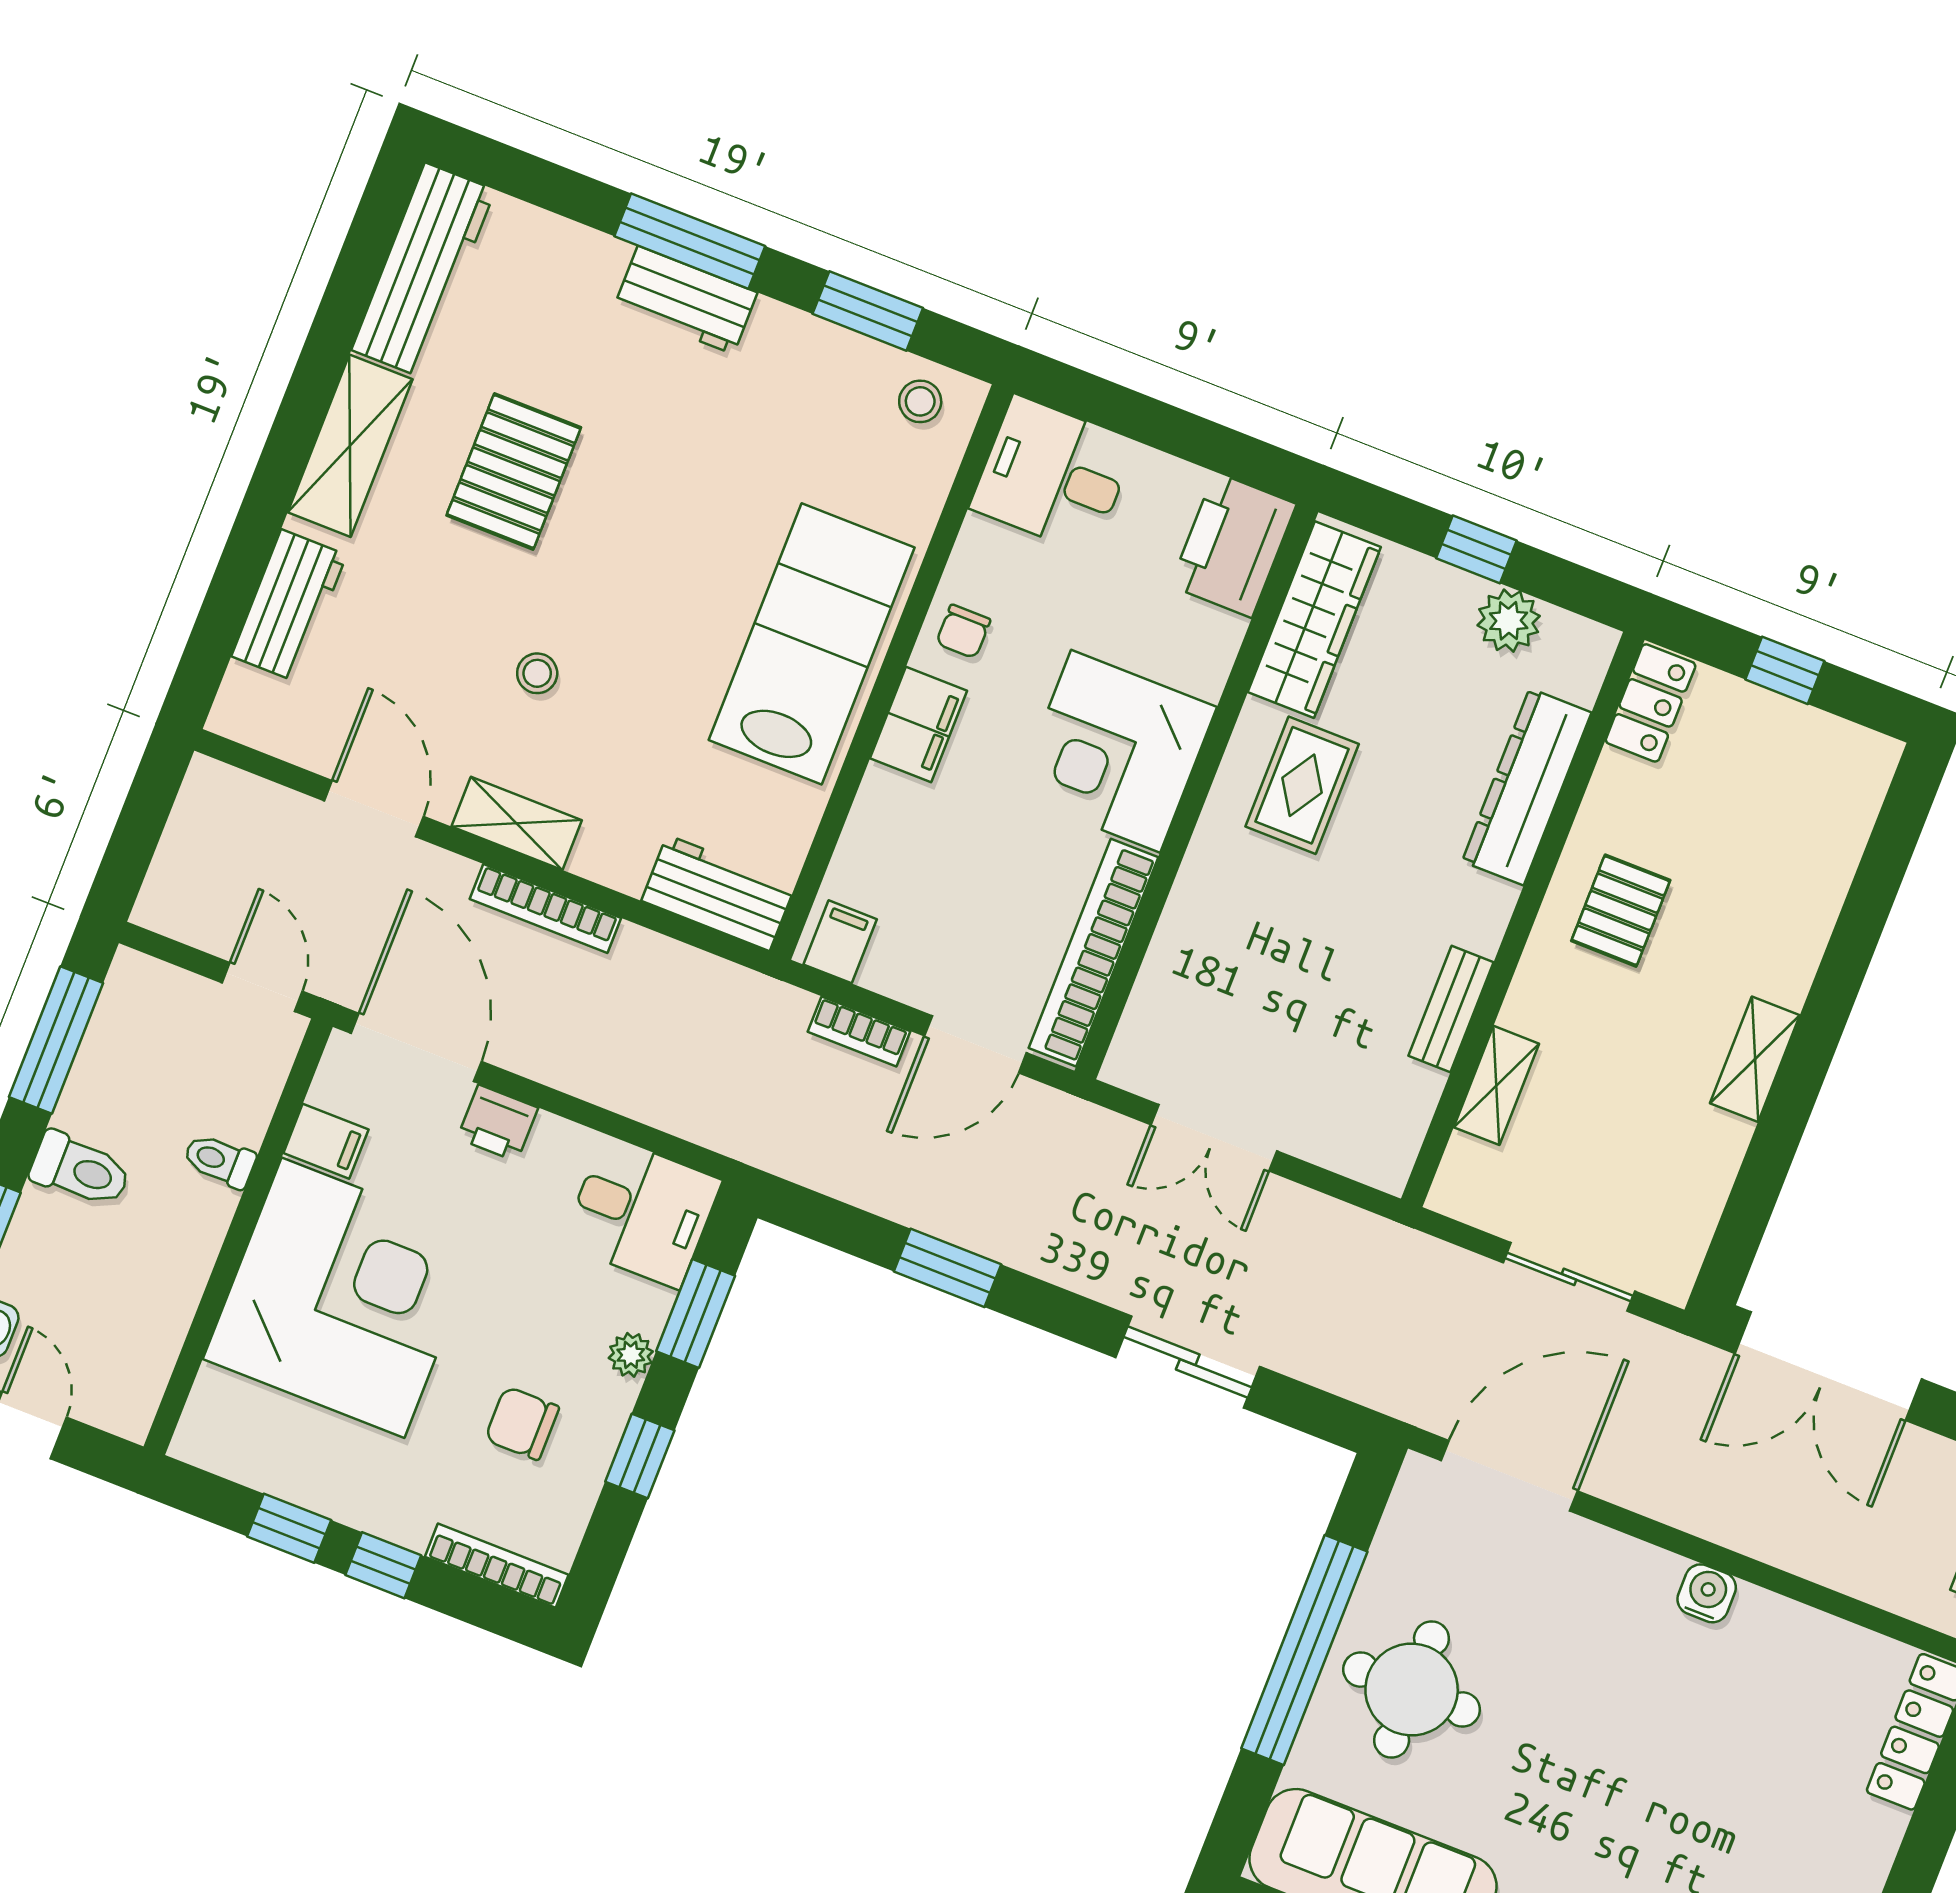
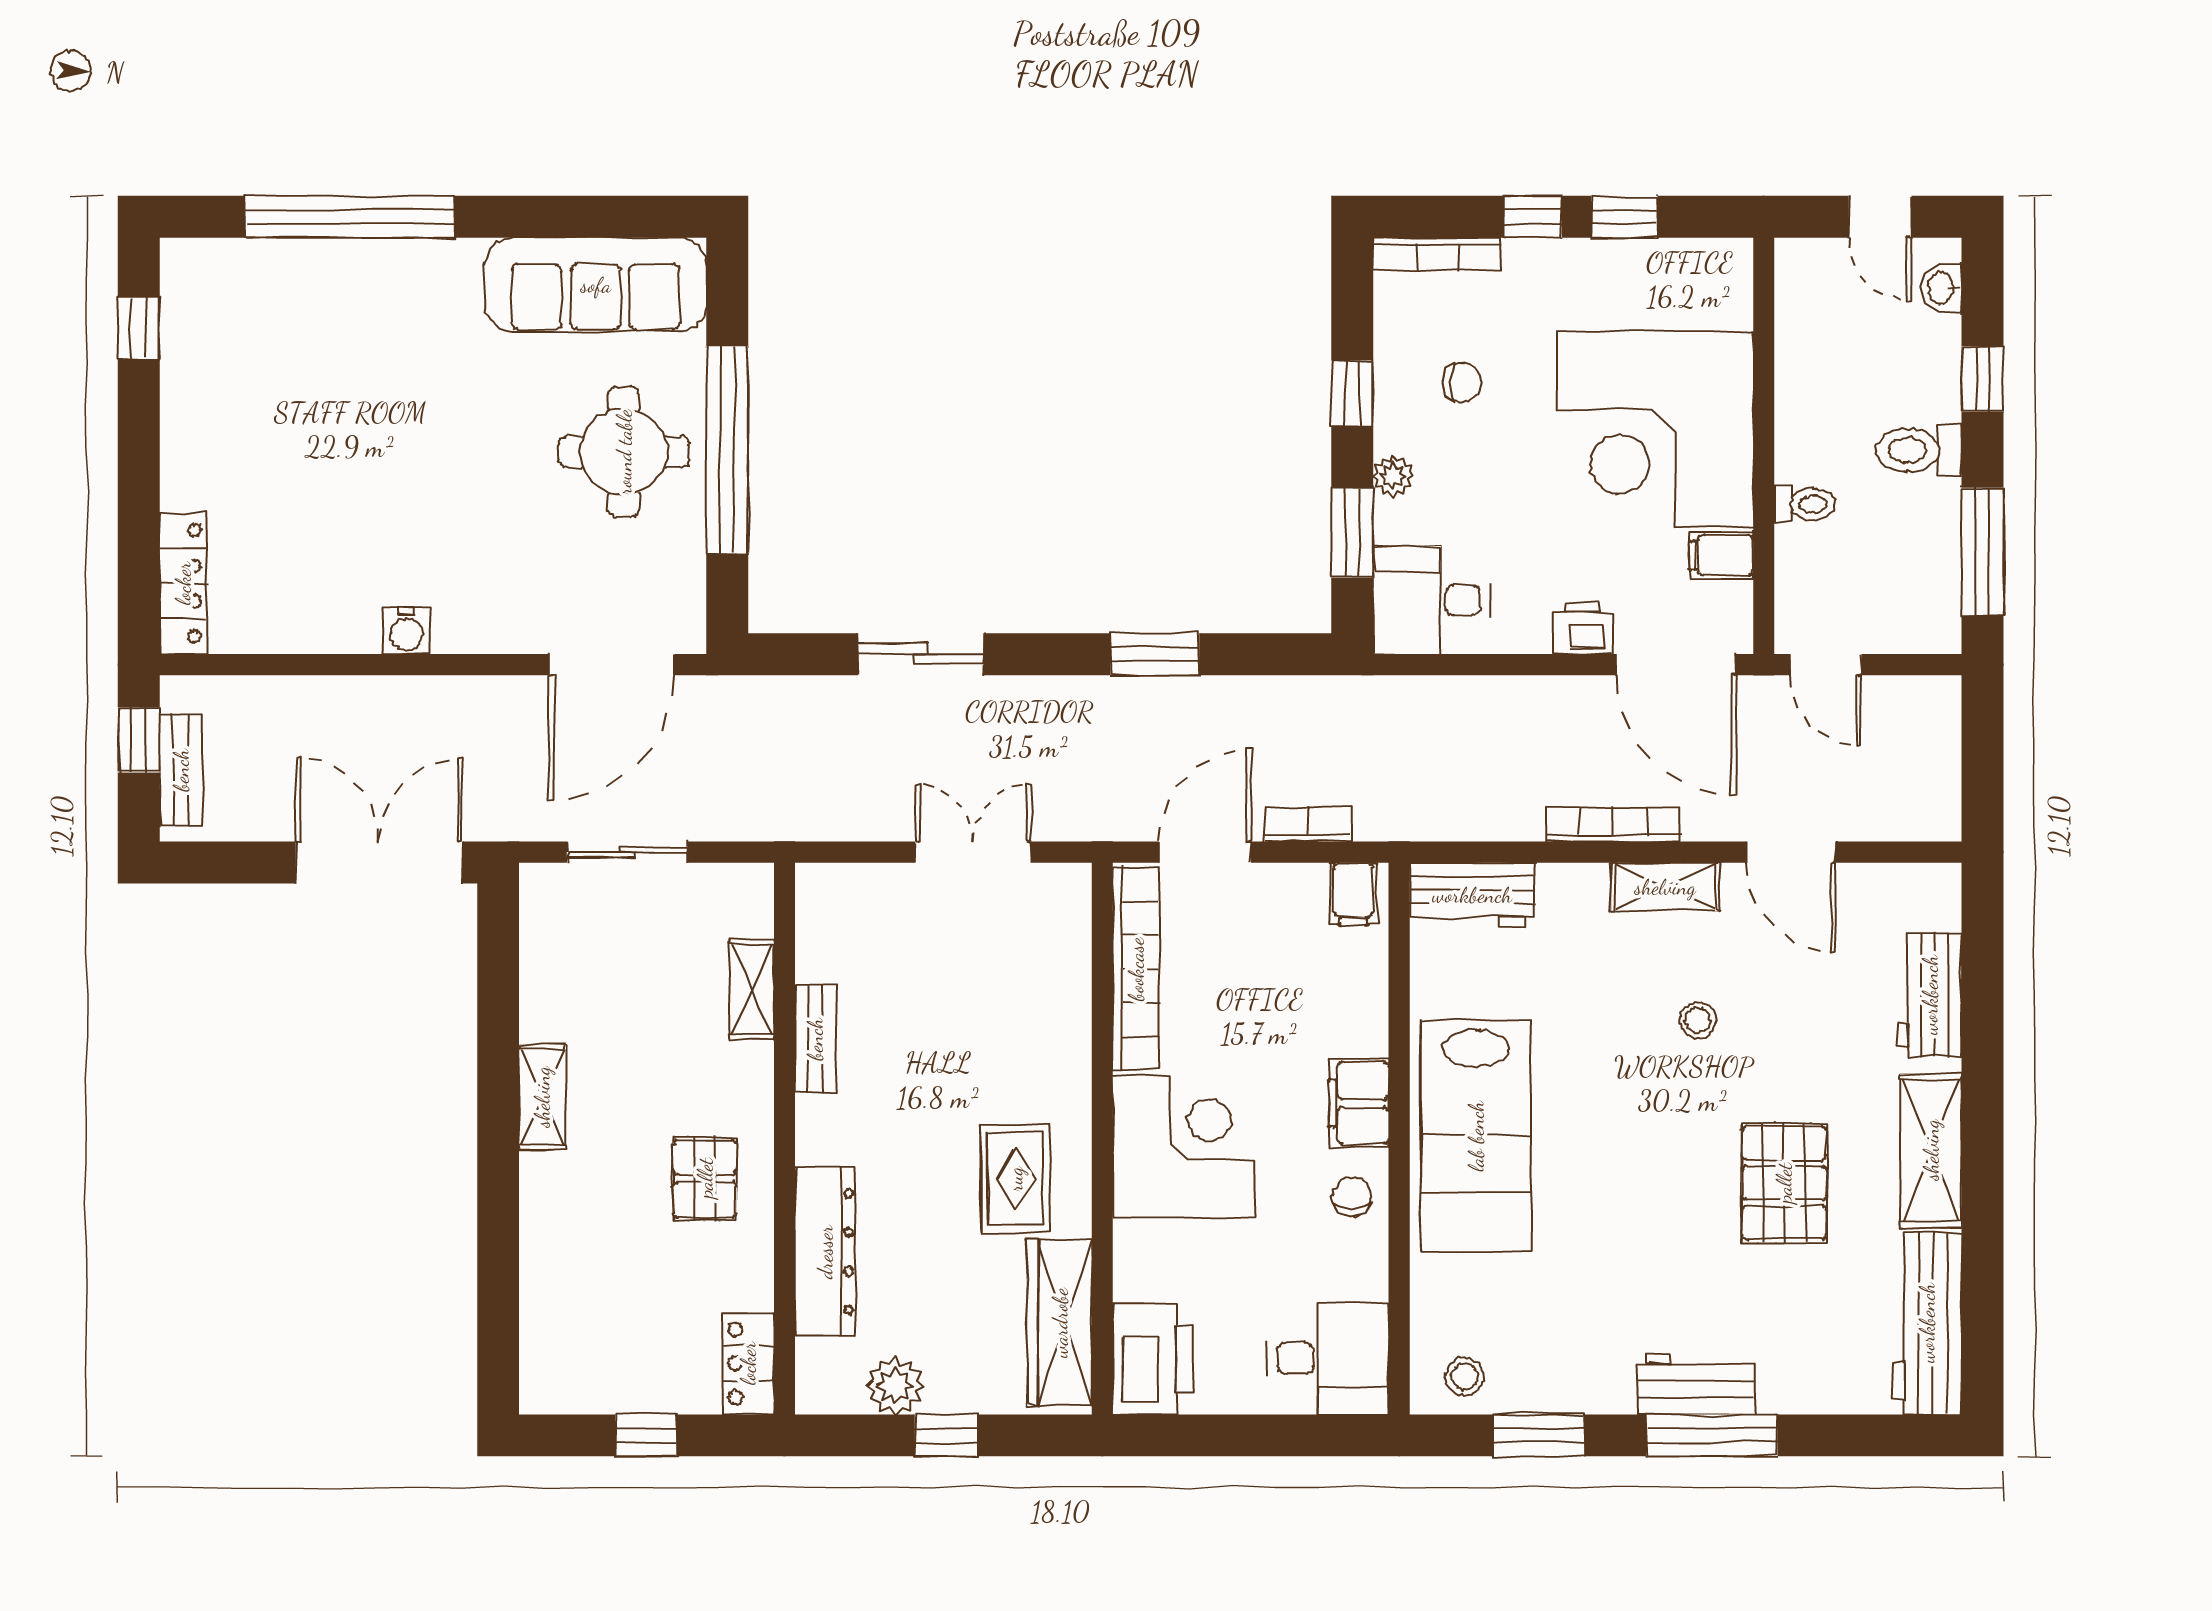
chair: (522, 1423) -> (1463, 382), width x0.73, depth x0.73

